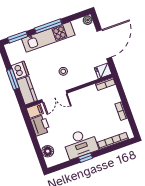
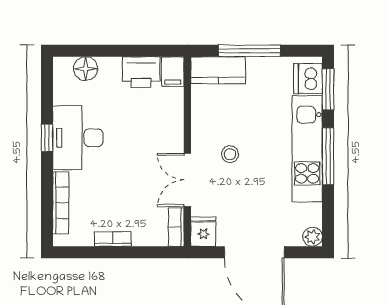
dishwasher: (20, 70) -> (308, 78), moved, turned 90
window: (13, 79) -> (249, 51), width x1.44
double door: (54, 96) -> (187, 180), moved

